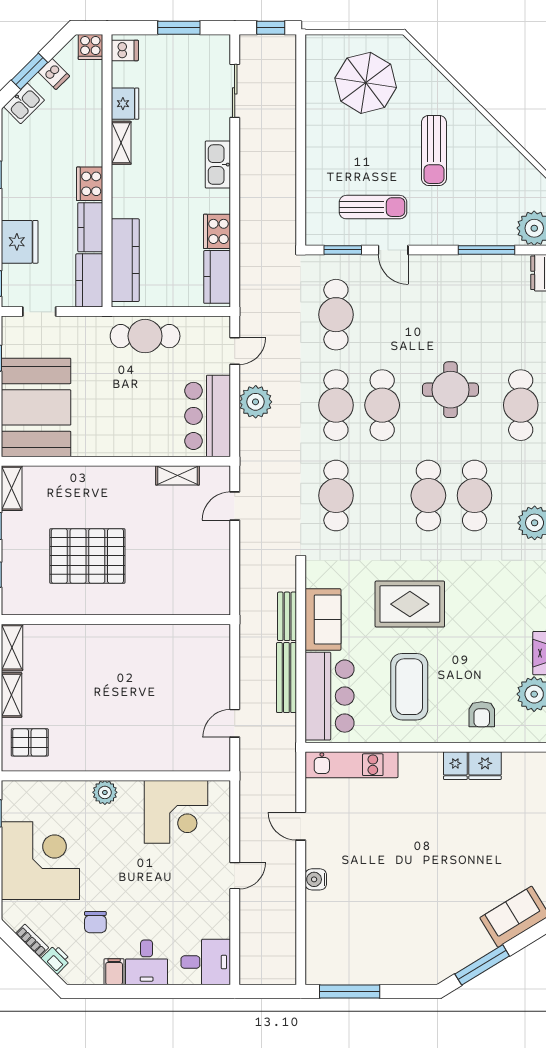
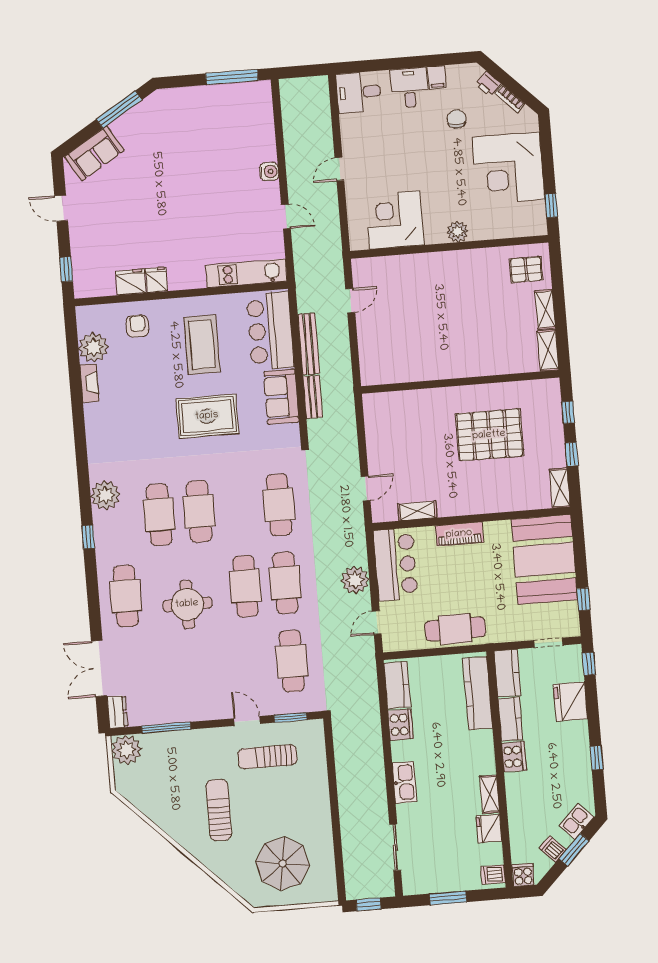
piano: (131, 445) -> (459, 534), added

